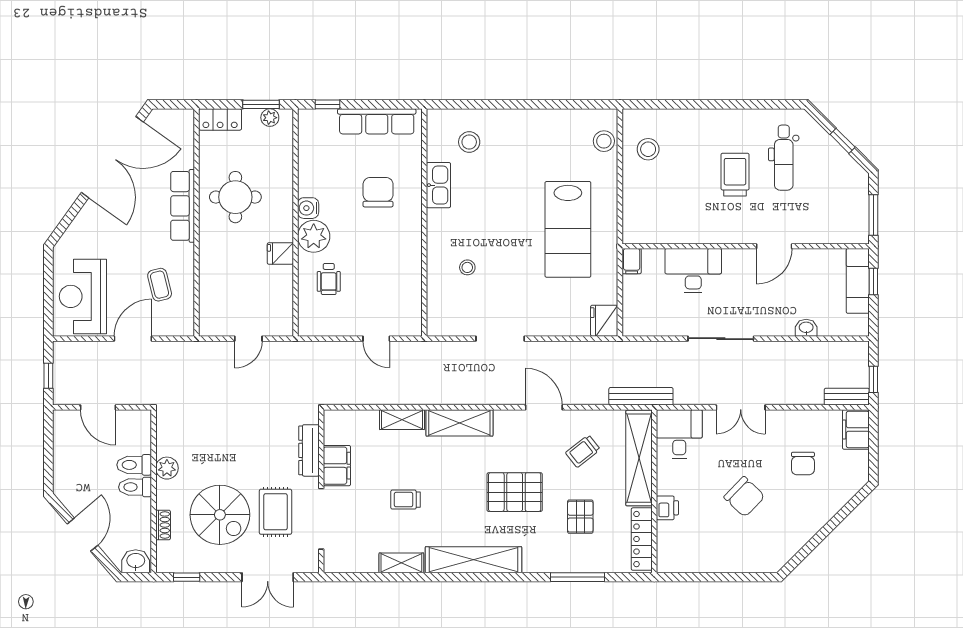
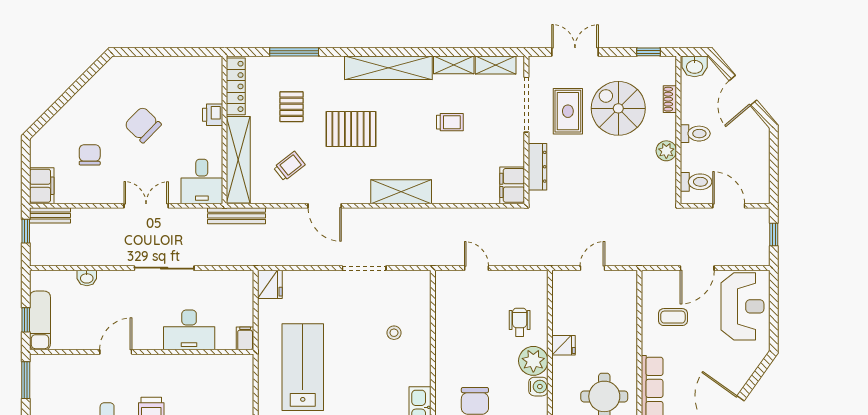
coffee table: (160, 285) -> (673, 317), turned -76
shelving: (402, 420) -> (496, 65), moved
toilet: (134, 465) -> (696, 182), moved
filing cabinet: (337, 466) -> (512, 185), moved

